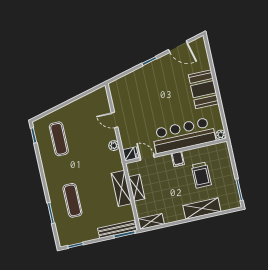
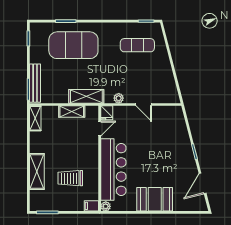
door: (115, 120) -> (144, 105), swing flipped
filing cabinet: (178, 159) -> (91, 206), moved
shelving: (121, 188) -> (86, 96), moved
exercise mat: (72, 200) -> (73, 45), width x2.00, depth x1.45

